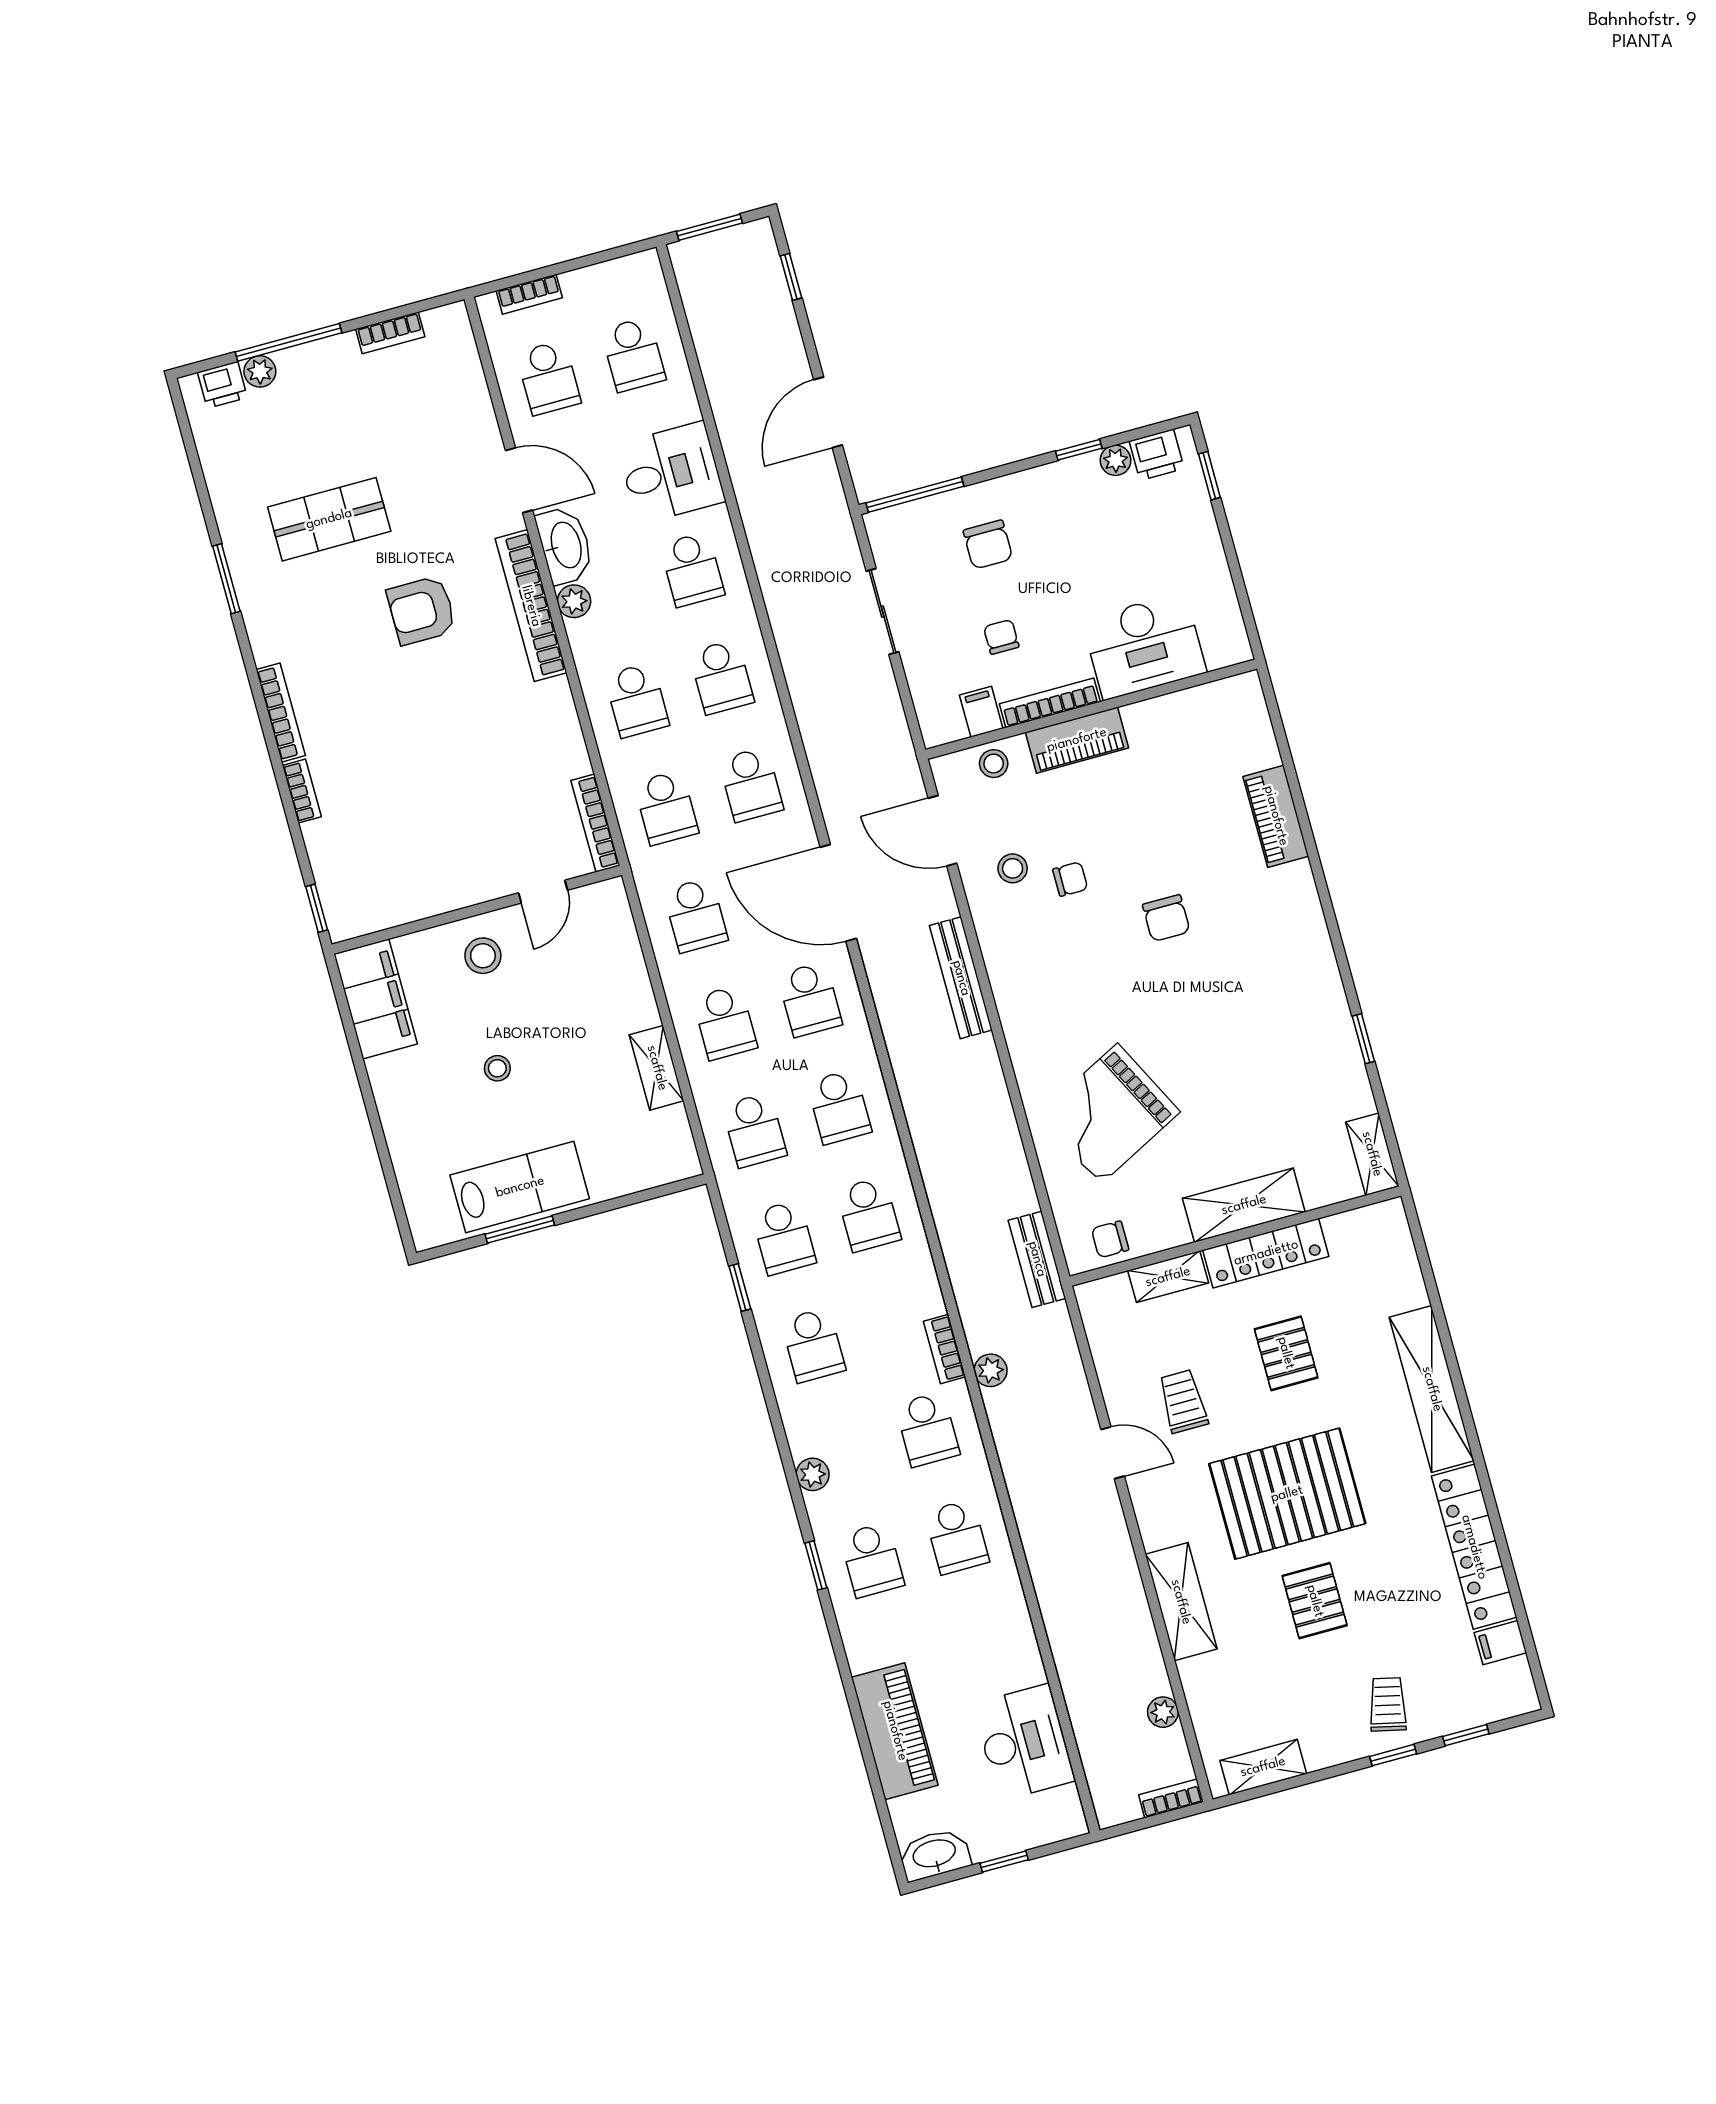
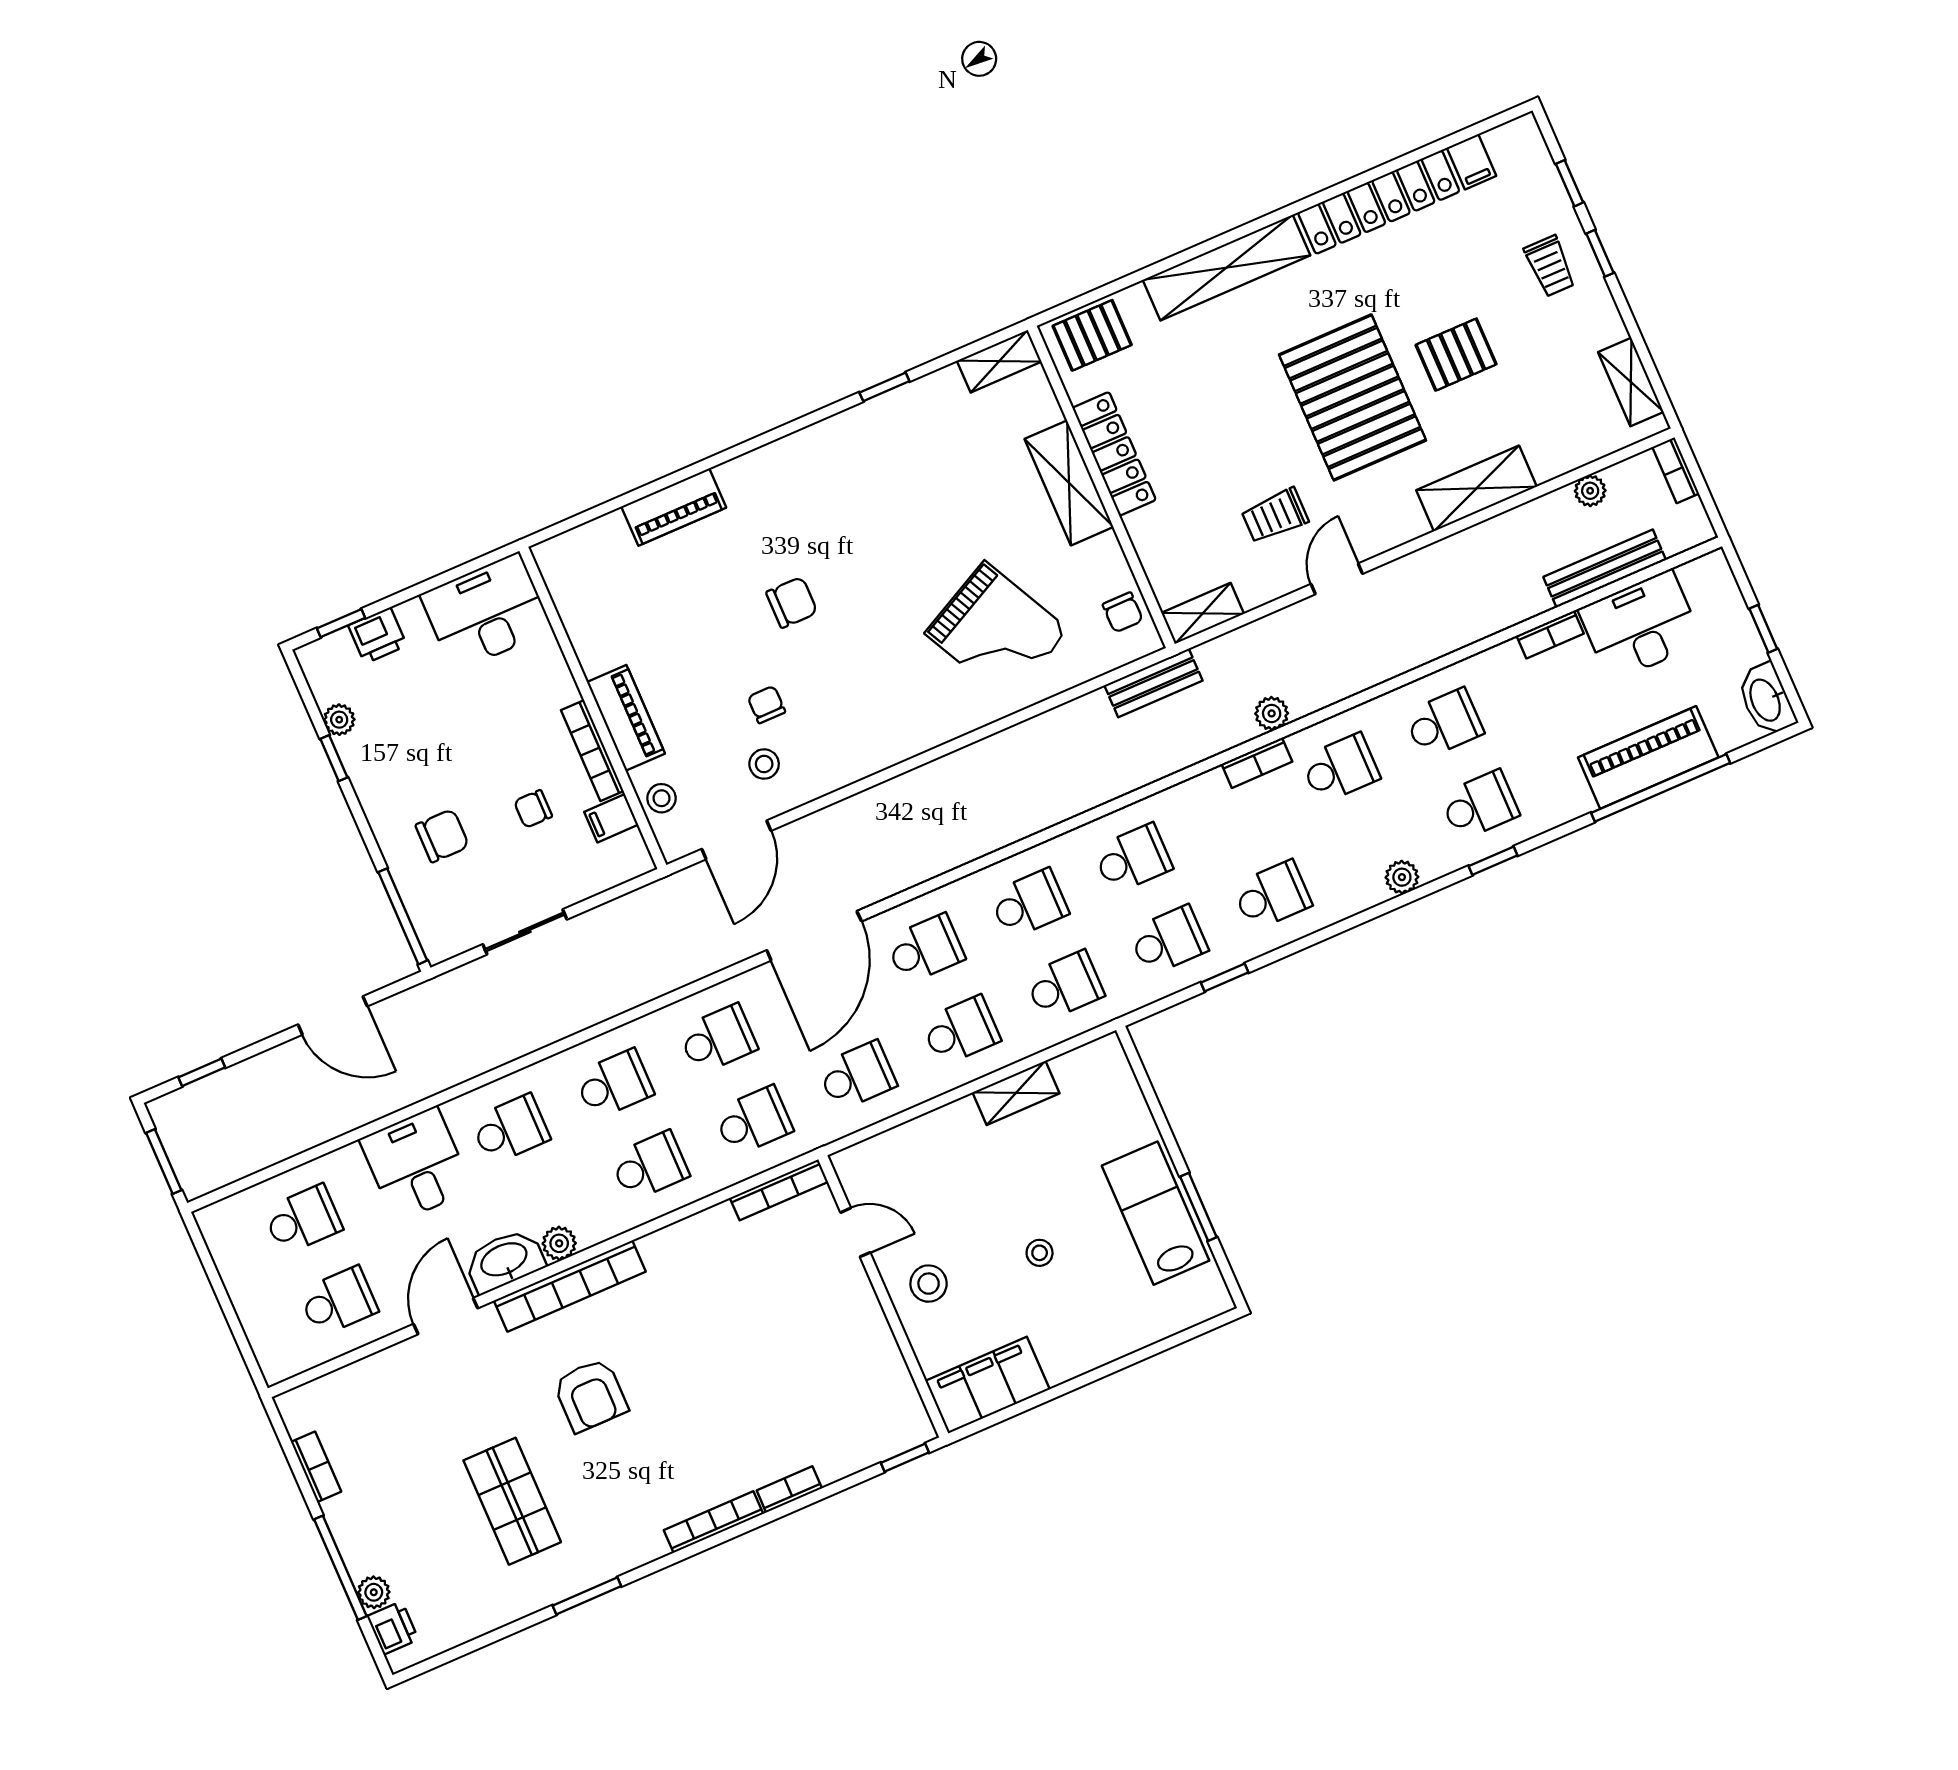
bookcase: (529, 294) -> (1550, 635), moved, turned 90
printer: (1157, 455) -> (378, 635), moved, turned 90
desk: (1144, 646) -> (486, 612), moved, turned -90
bench: (961, 978) -> (1605, 569), moved
shelving: (1168, 1277) -> (1203, 613), moved, turned 90
pallet: (1286, 1353) -> (1092, 335), moved
trolley: (1388, 1704) -> (1550, 266), turned -103
window: (863, 1739) -> (1661, 788), added

